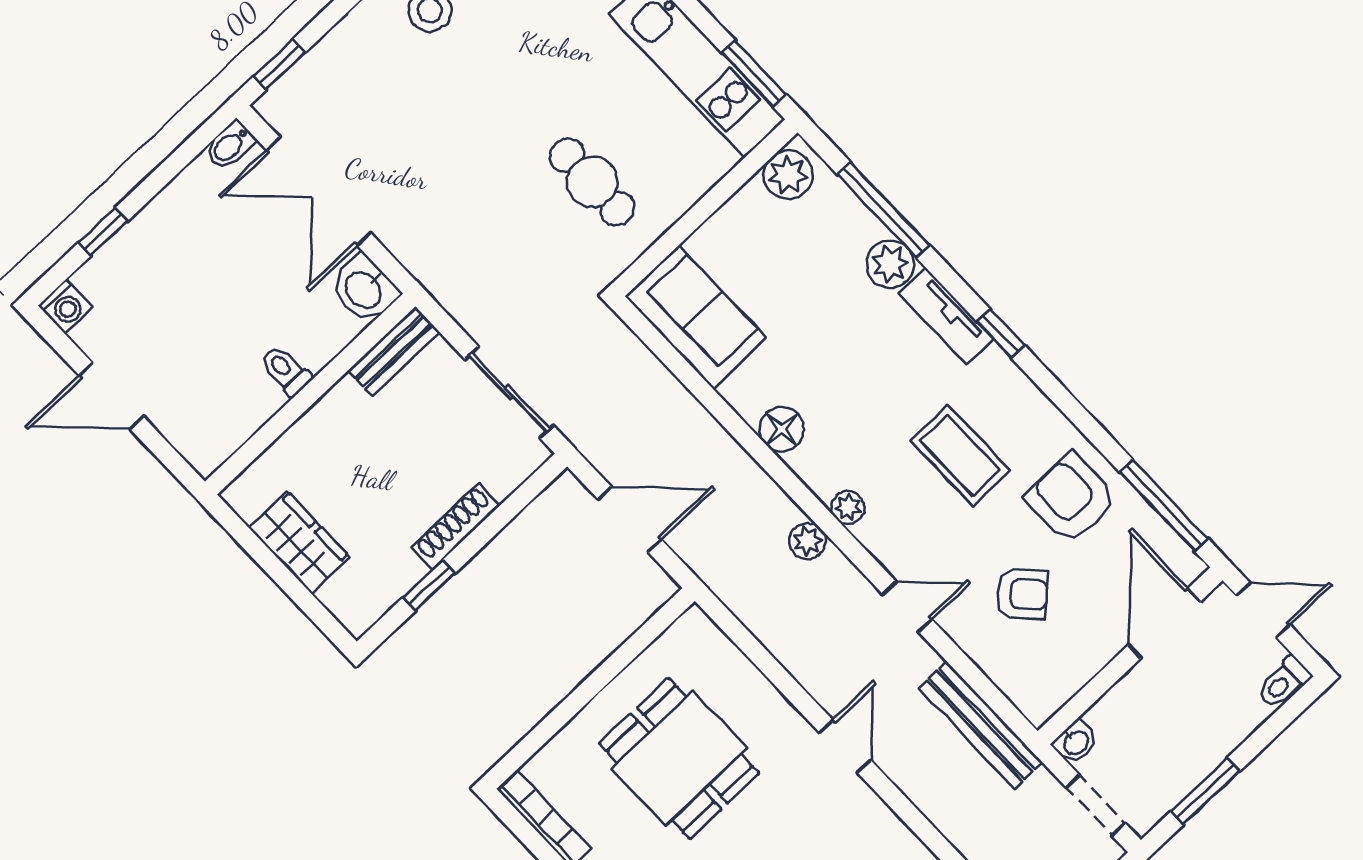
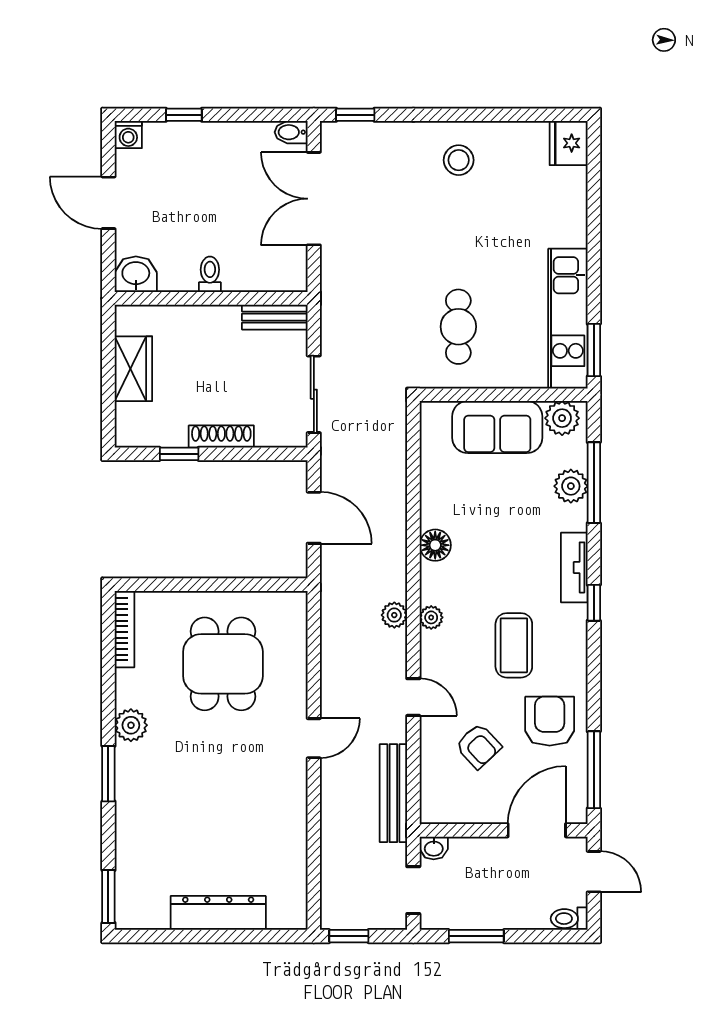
plant: (890, 264) -> (571, 486), moved
washbasin: (364, 289) -> (136, 274), moved, turned 90
sofa: (696, 317) -> (497, 427), moved, turned 90

